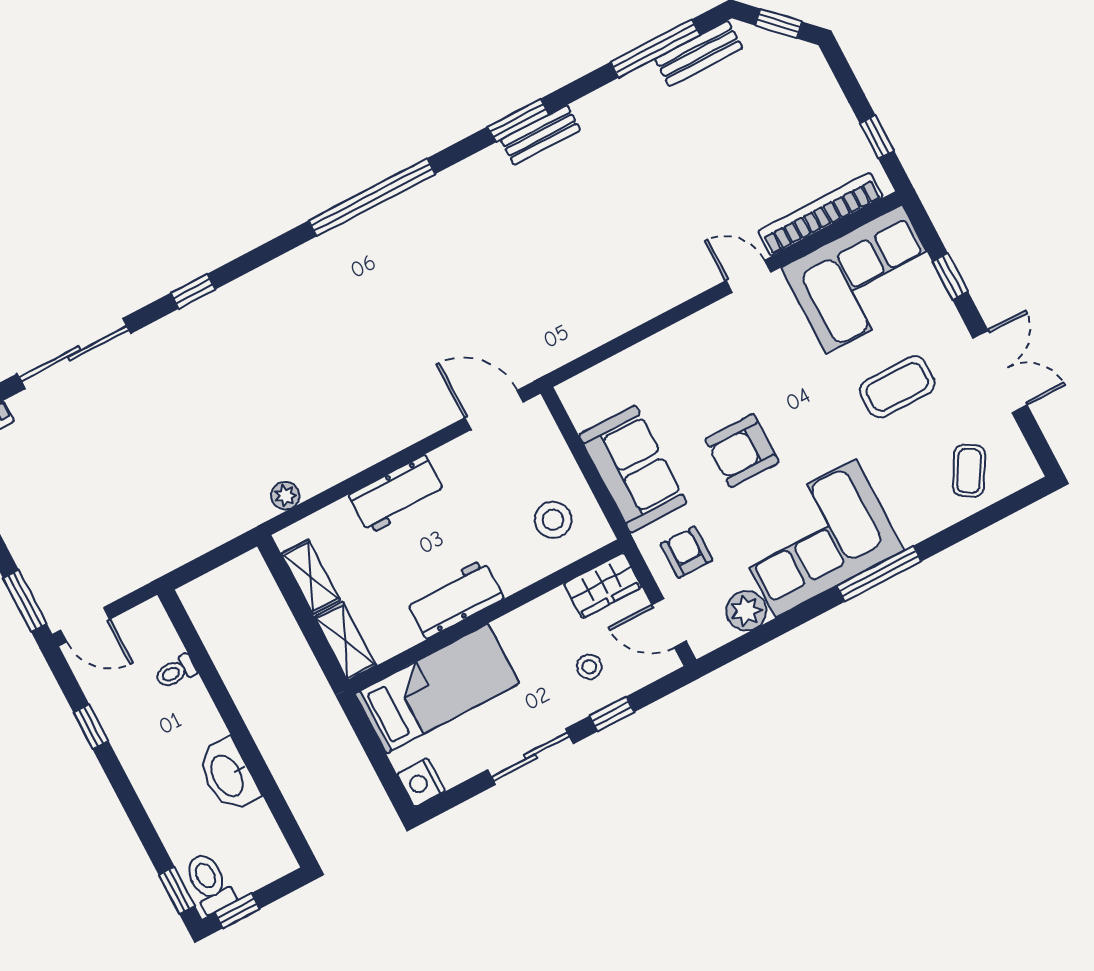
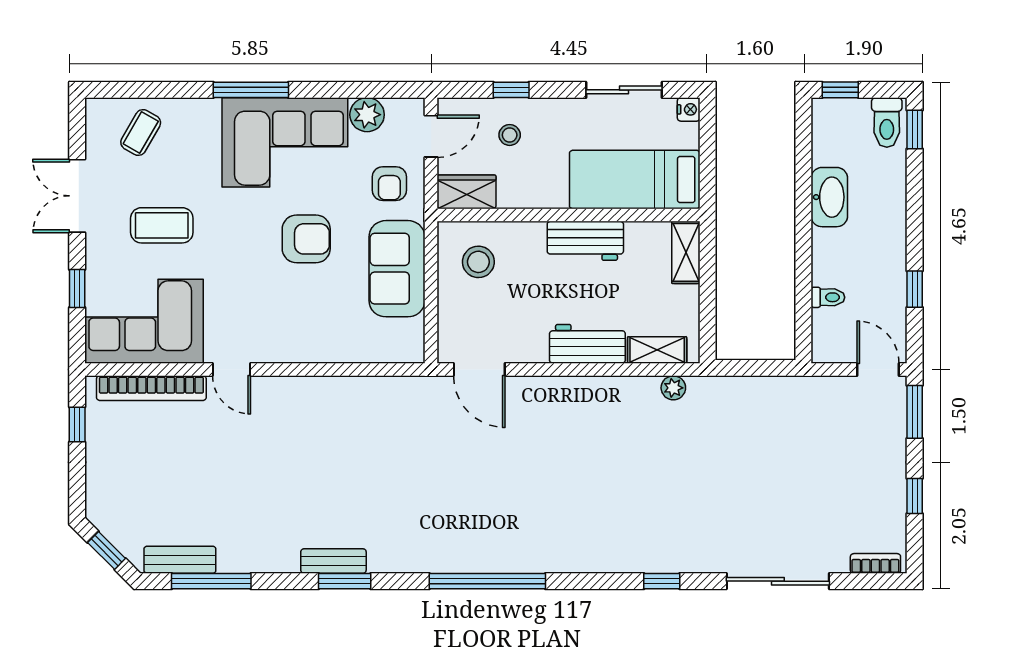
shelving: (311, 577) -> (657, 350), moved, turned 90
door: (669, 623) -> (431, 136), hinge flipped
sliding door: (530, 757) -> (624, 90), moved
nightstand: (421, 783) -> (689, 109), width x0.72, depth x0.74
window: (237, 911) -> (840, 90), moved

